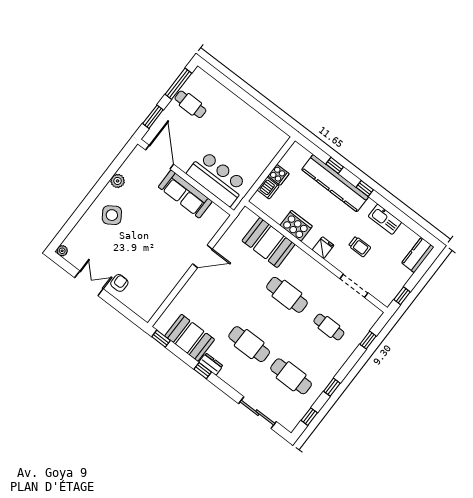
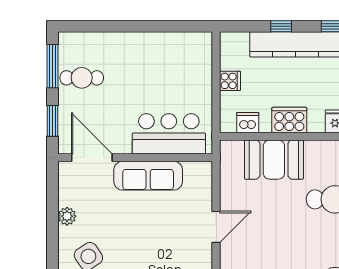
dishwasher: (268, 188) -> (248, 123), moved, turned -90

